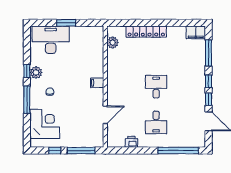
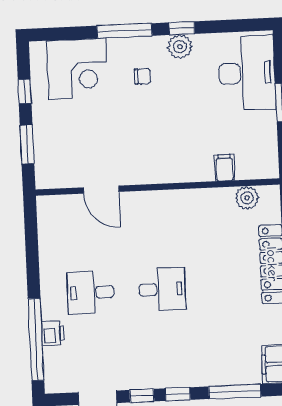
filing cabinet: (97, 83) -> (225, 168), moved
printer: (131, 142) -> (53, 333), moved
window: (81, 151) -> (27, 145), width x0.69

